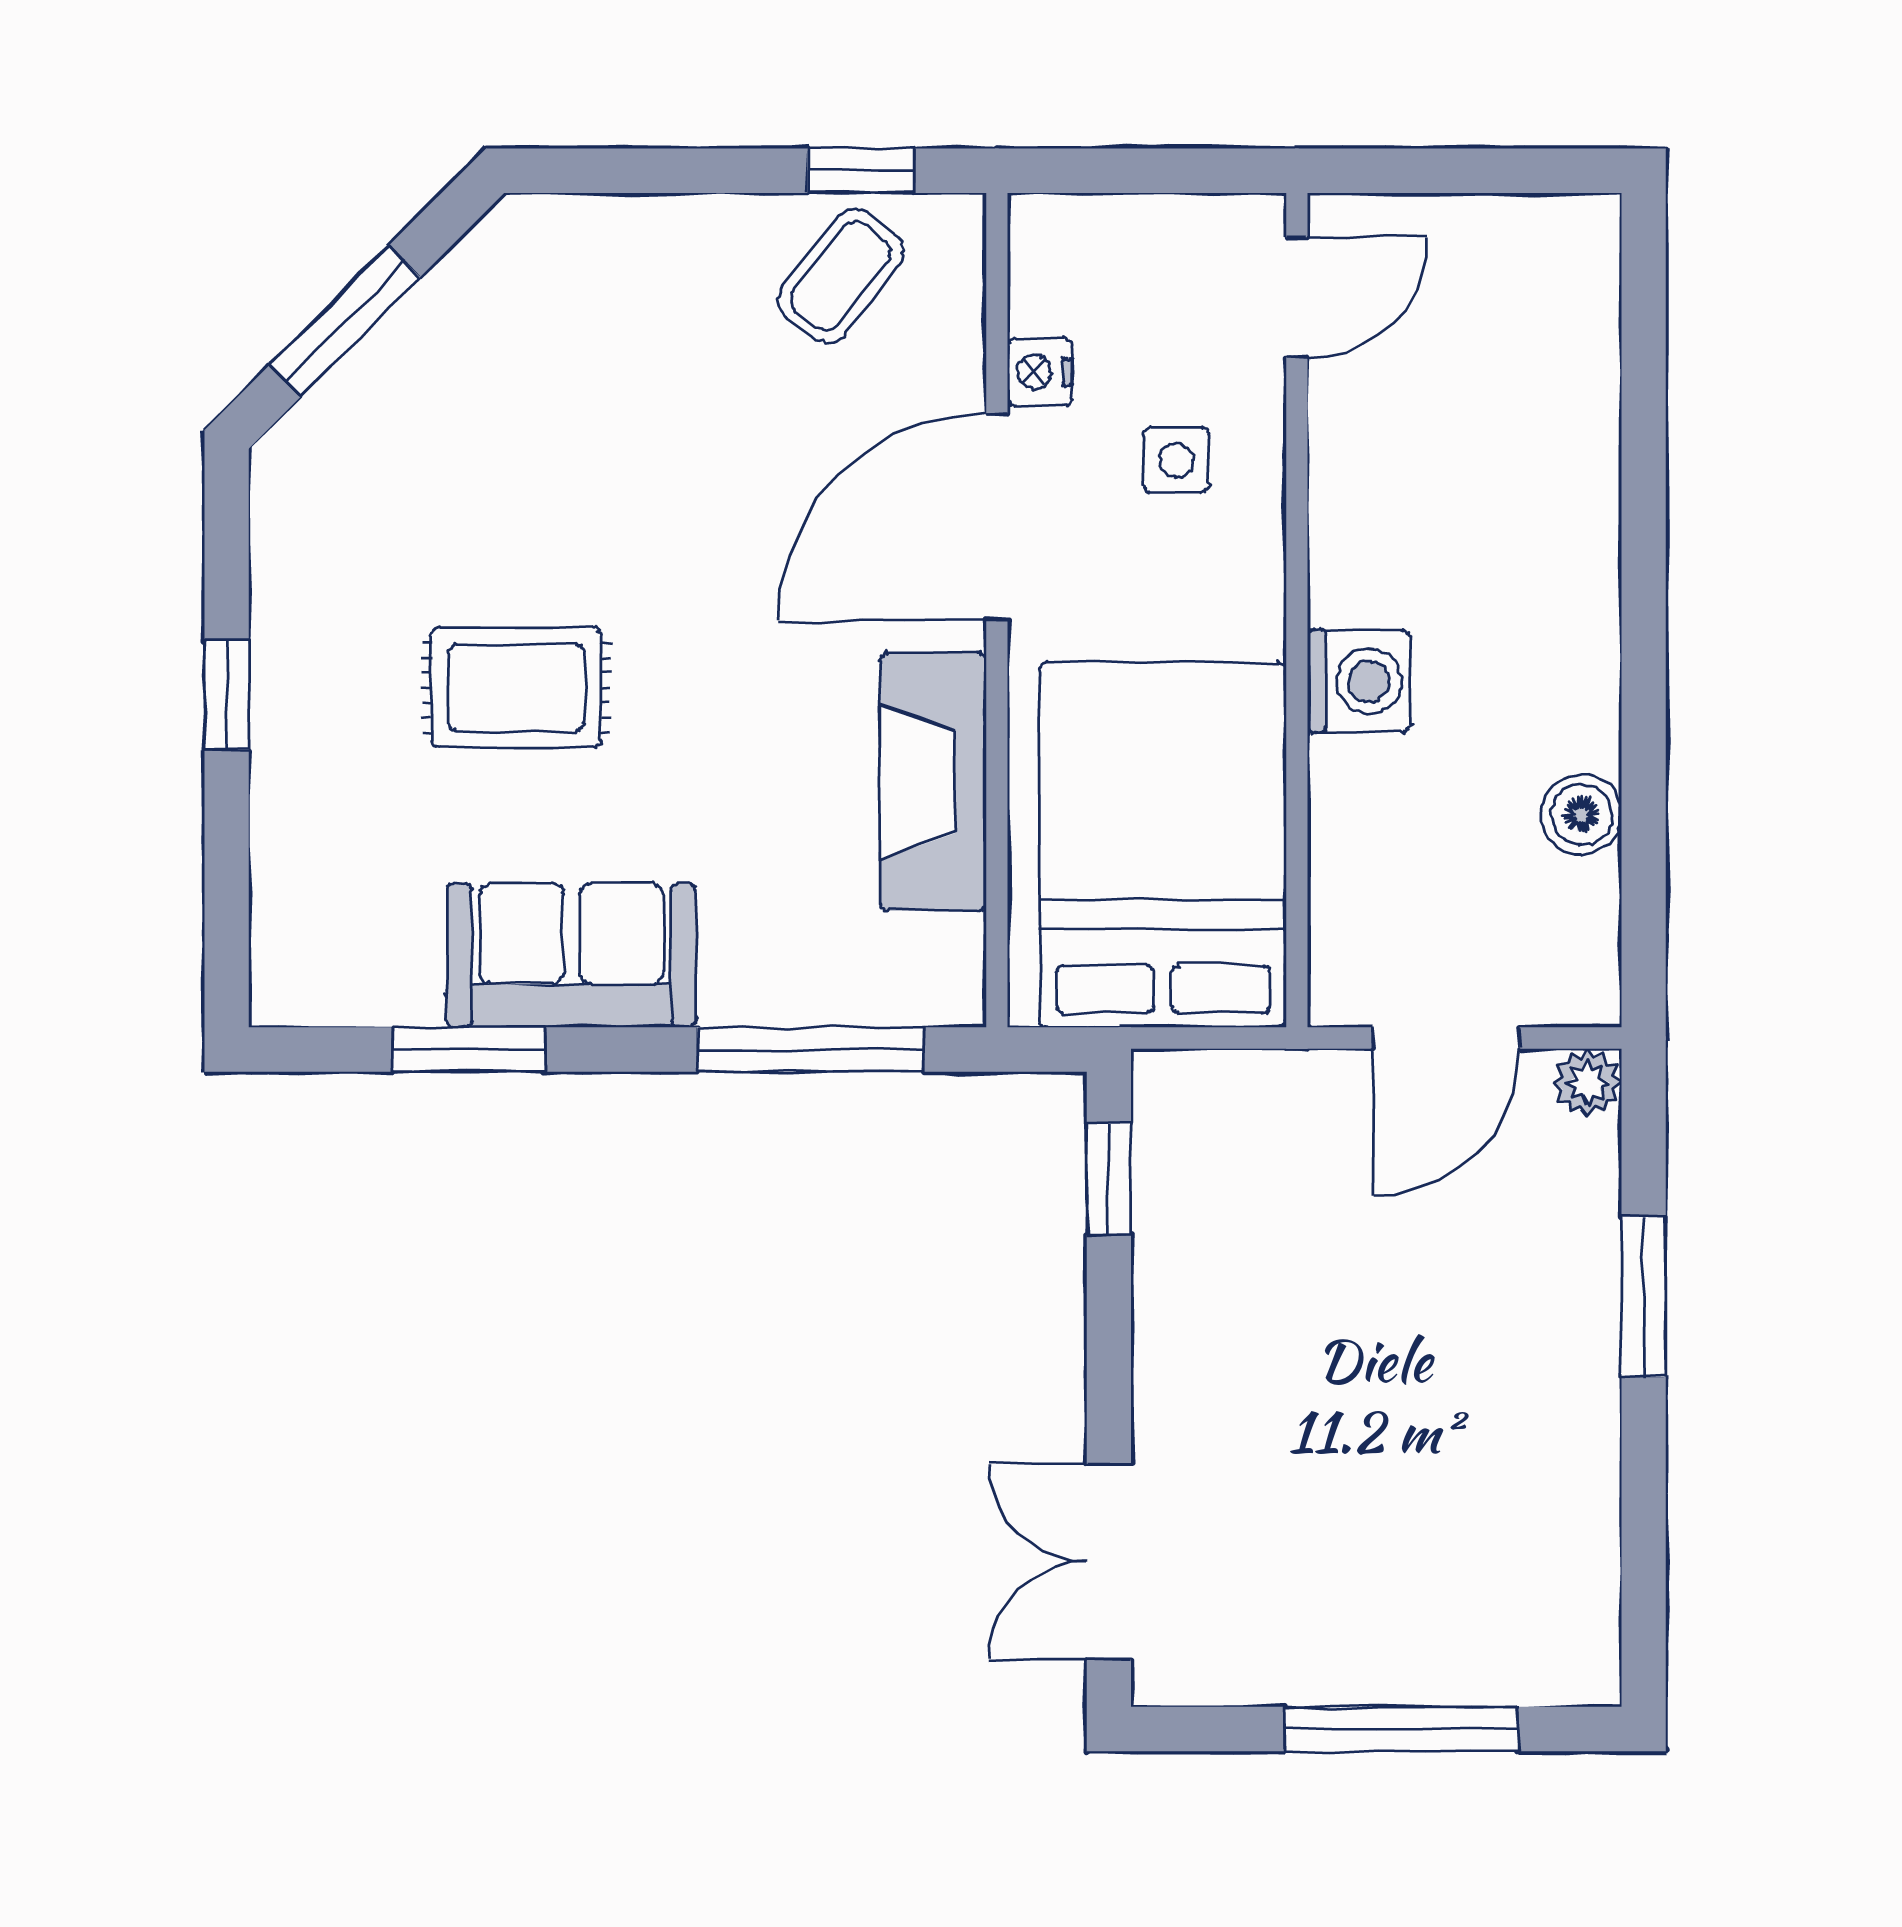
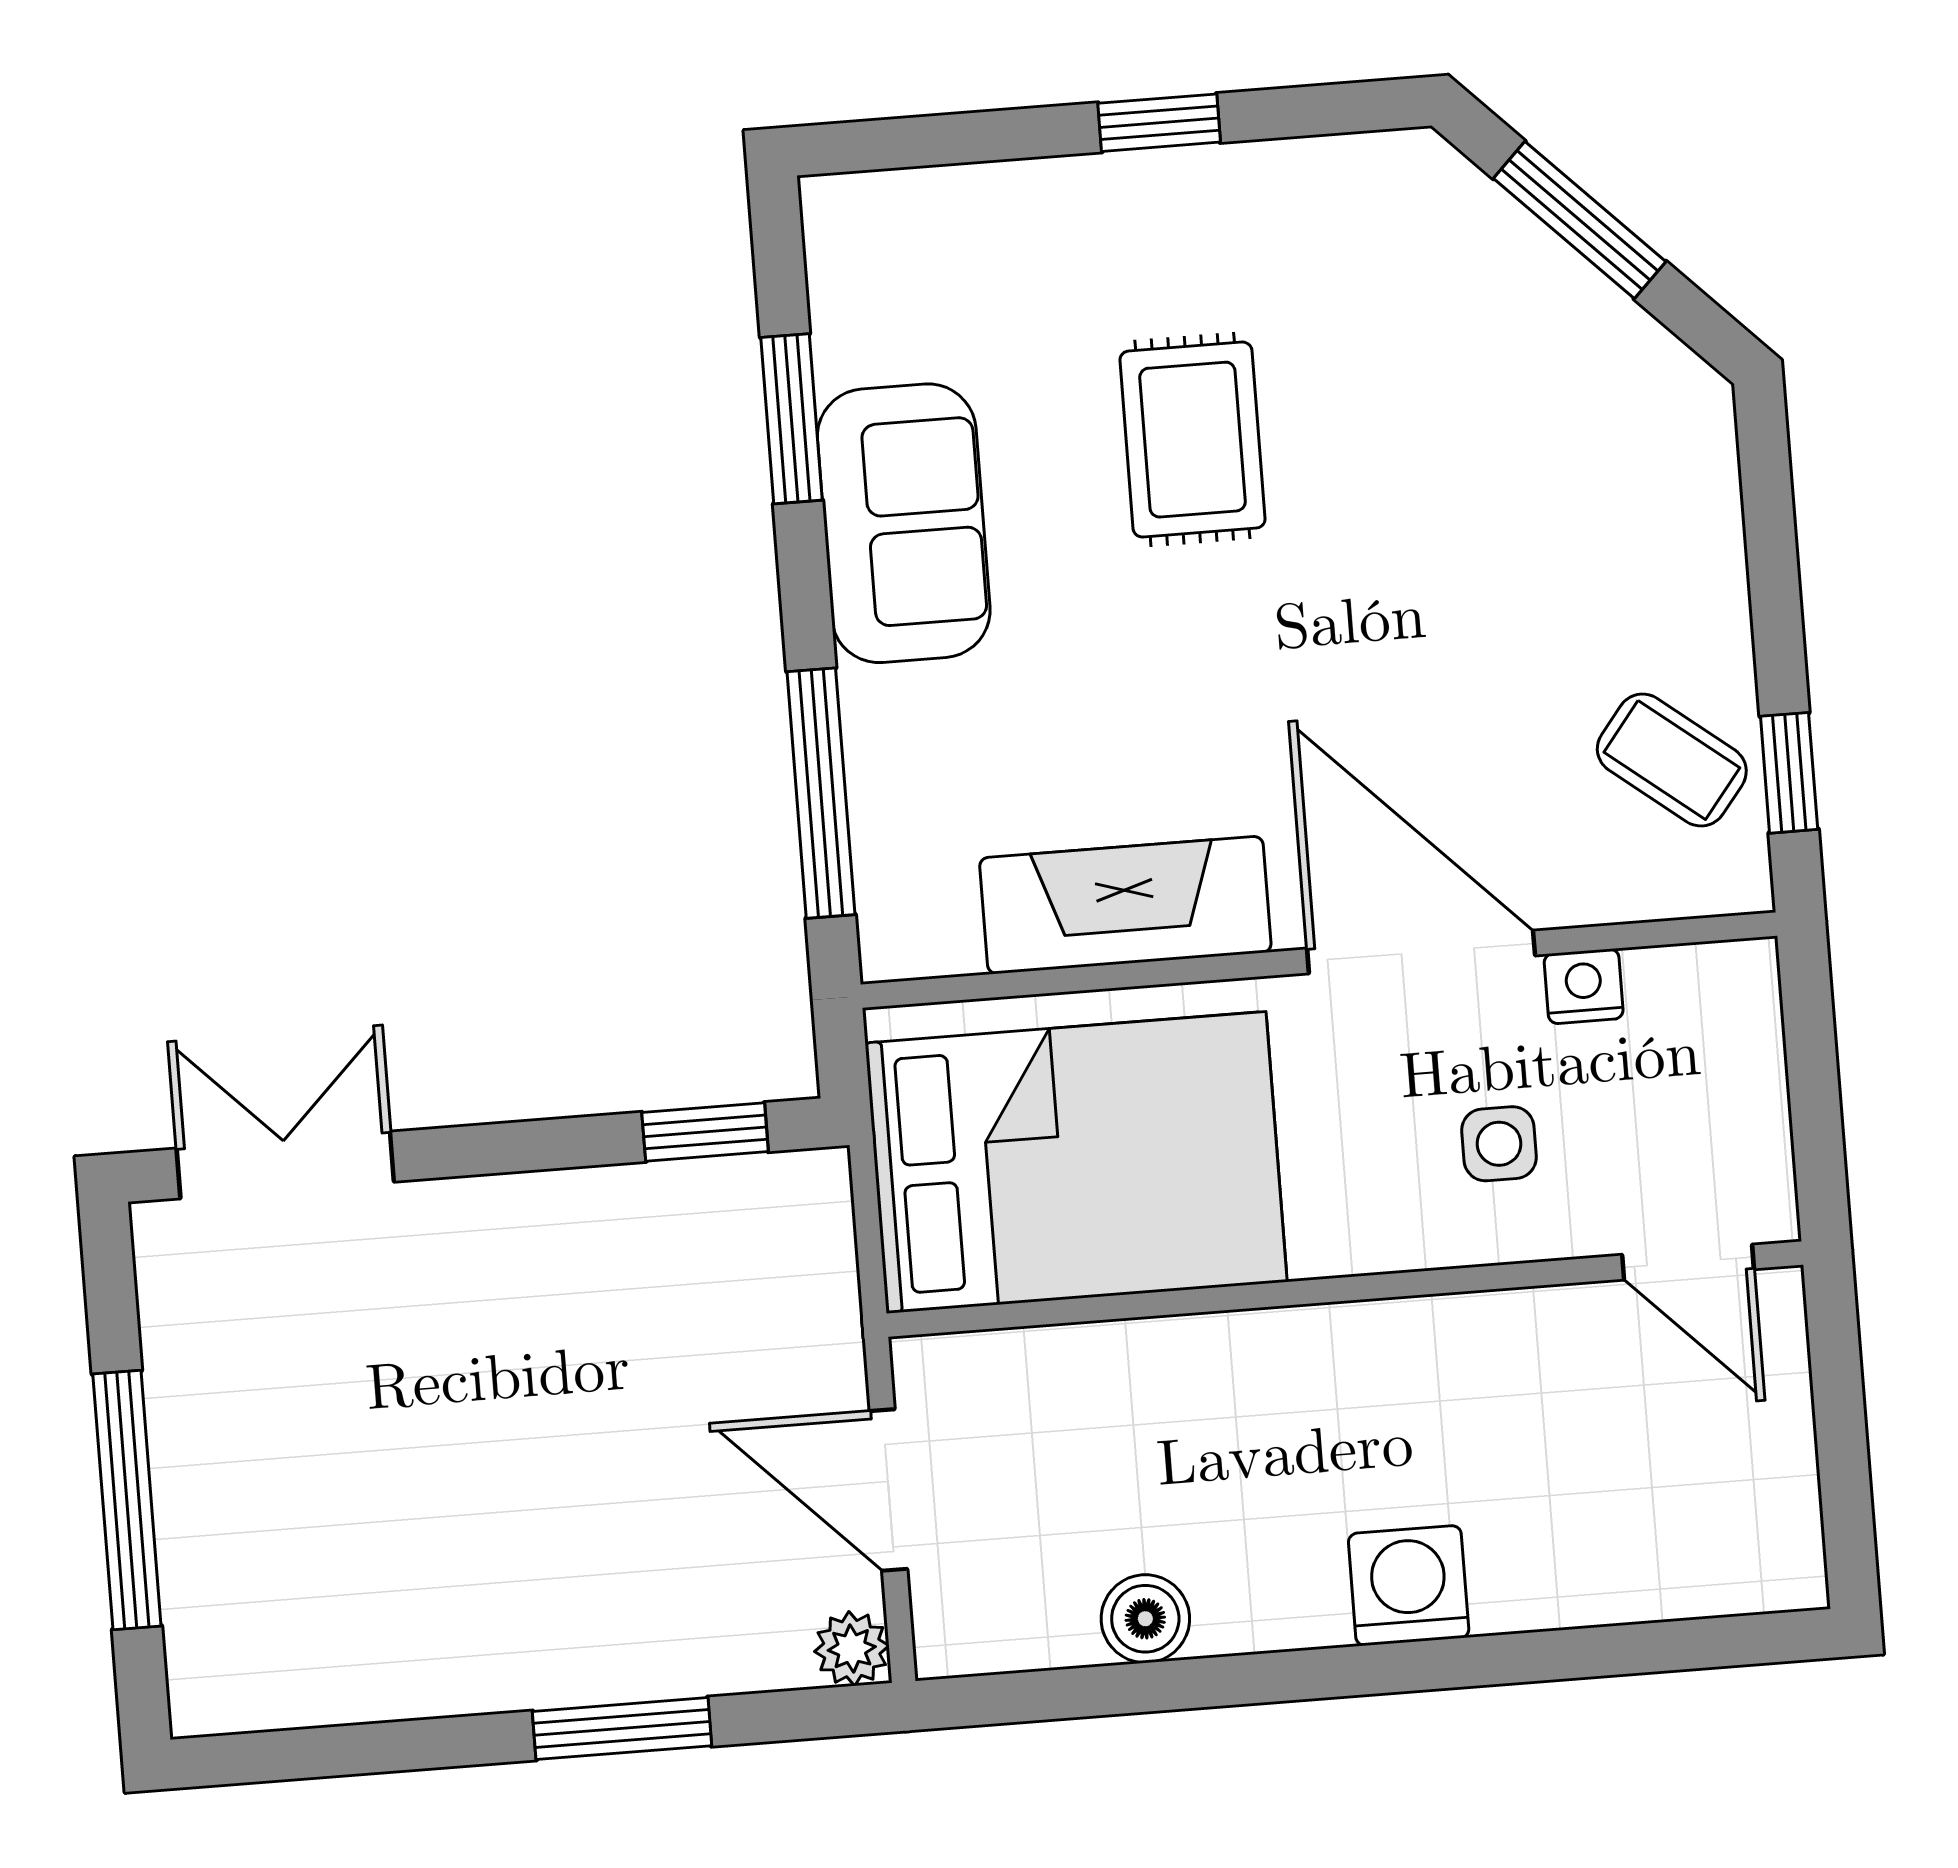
washing machine: (1359, 681) -> (1409, 1586), moved, turned 180

